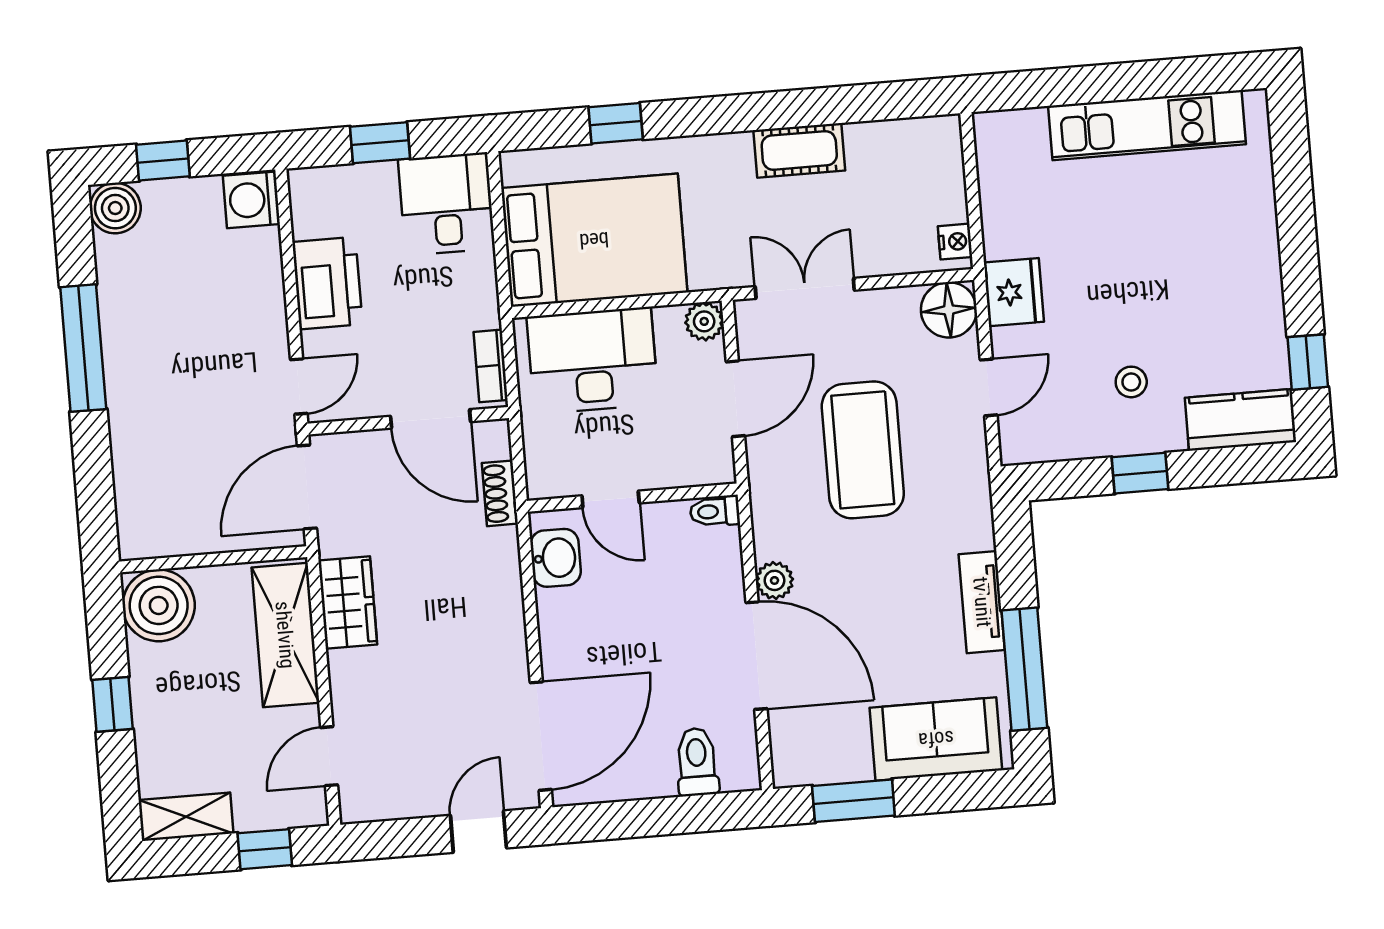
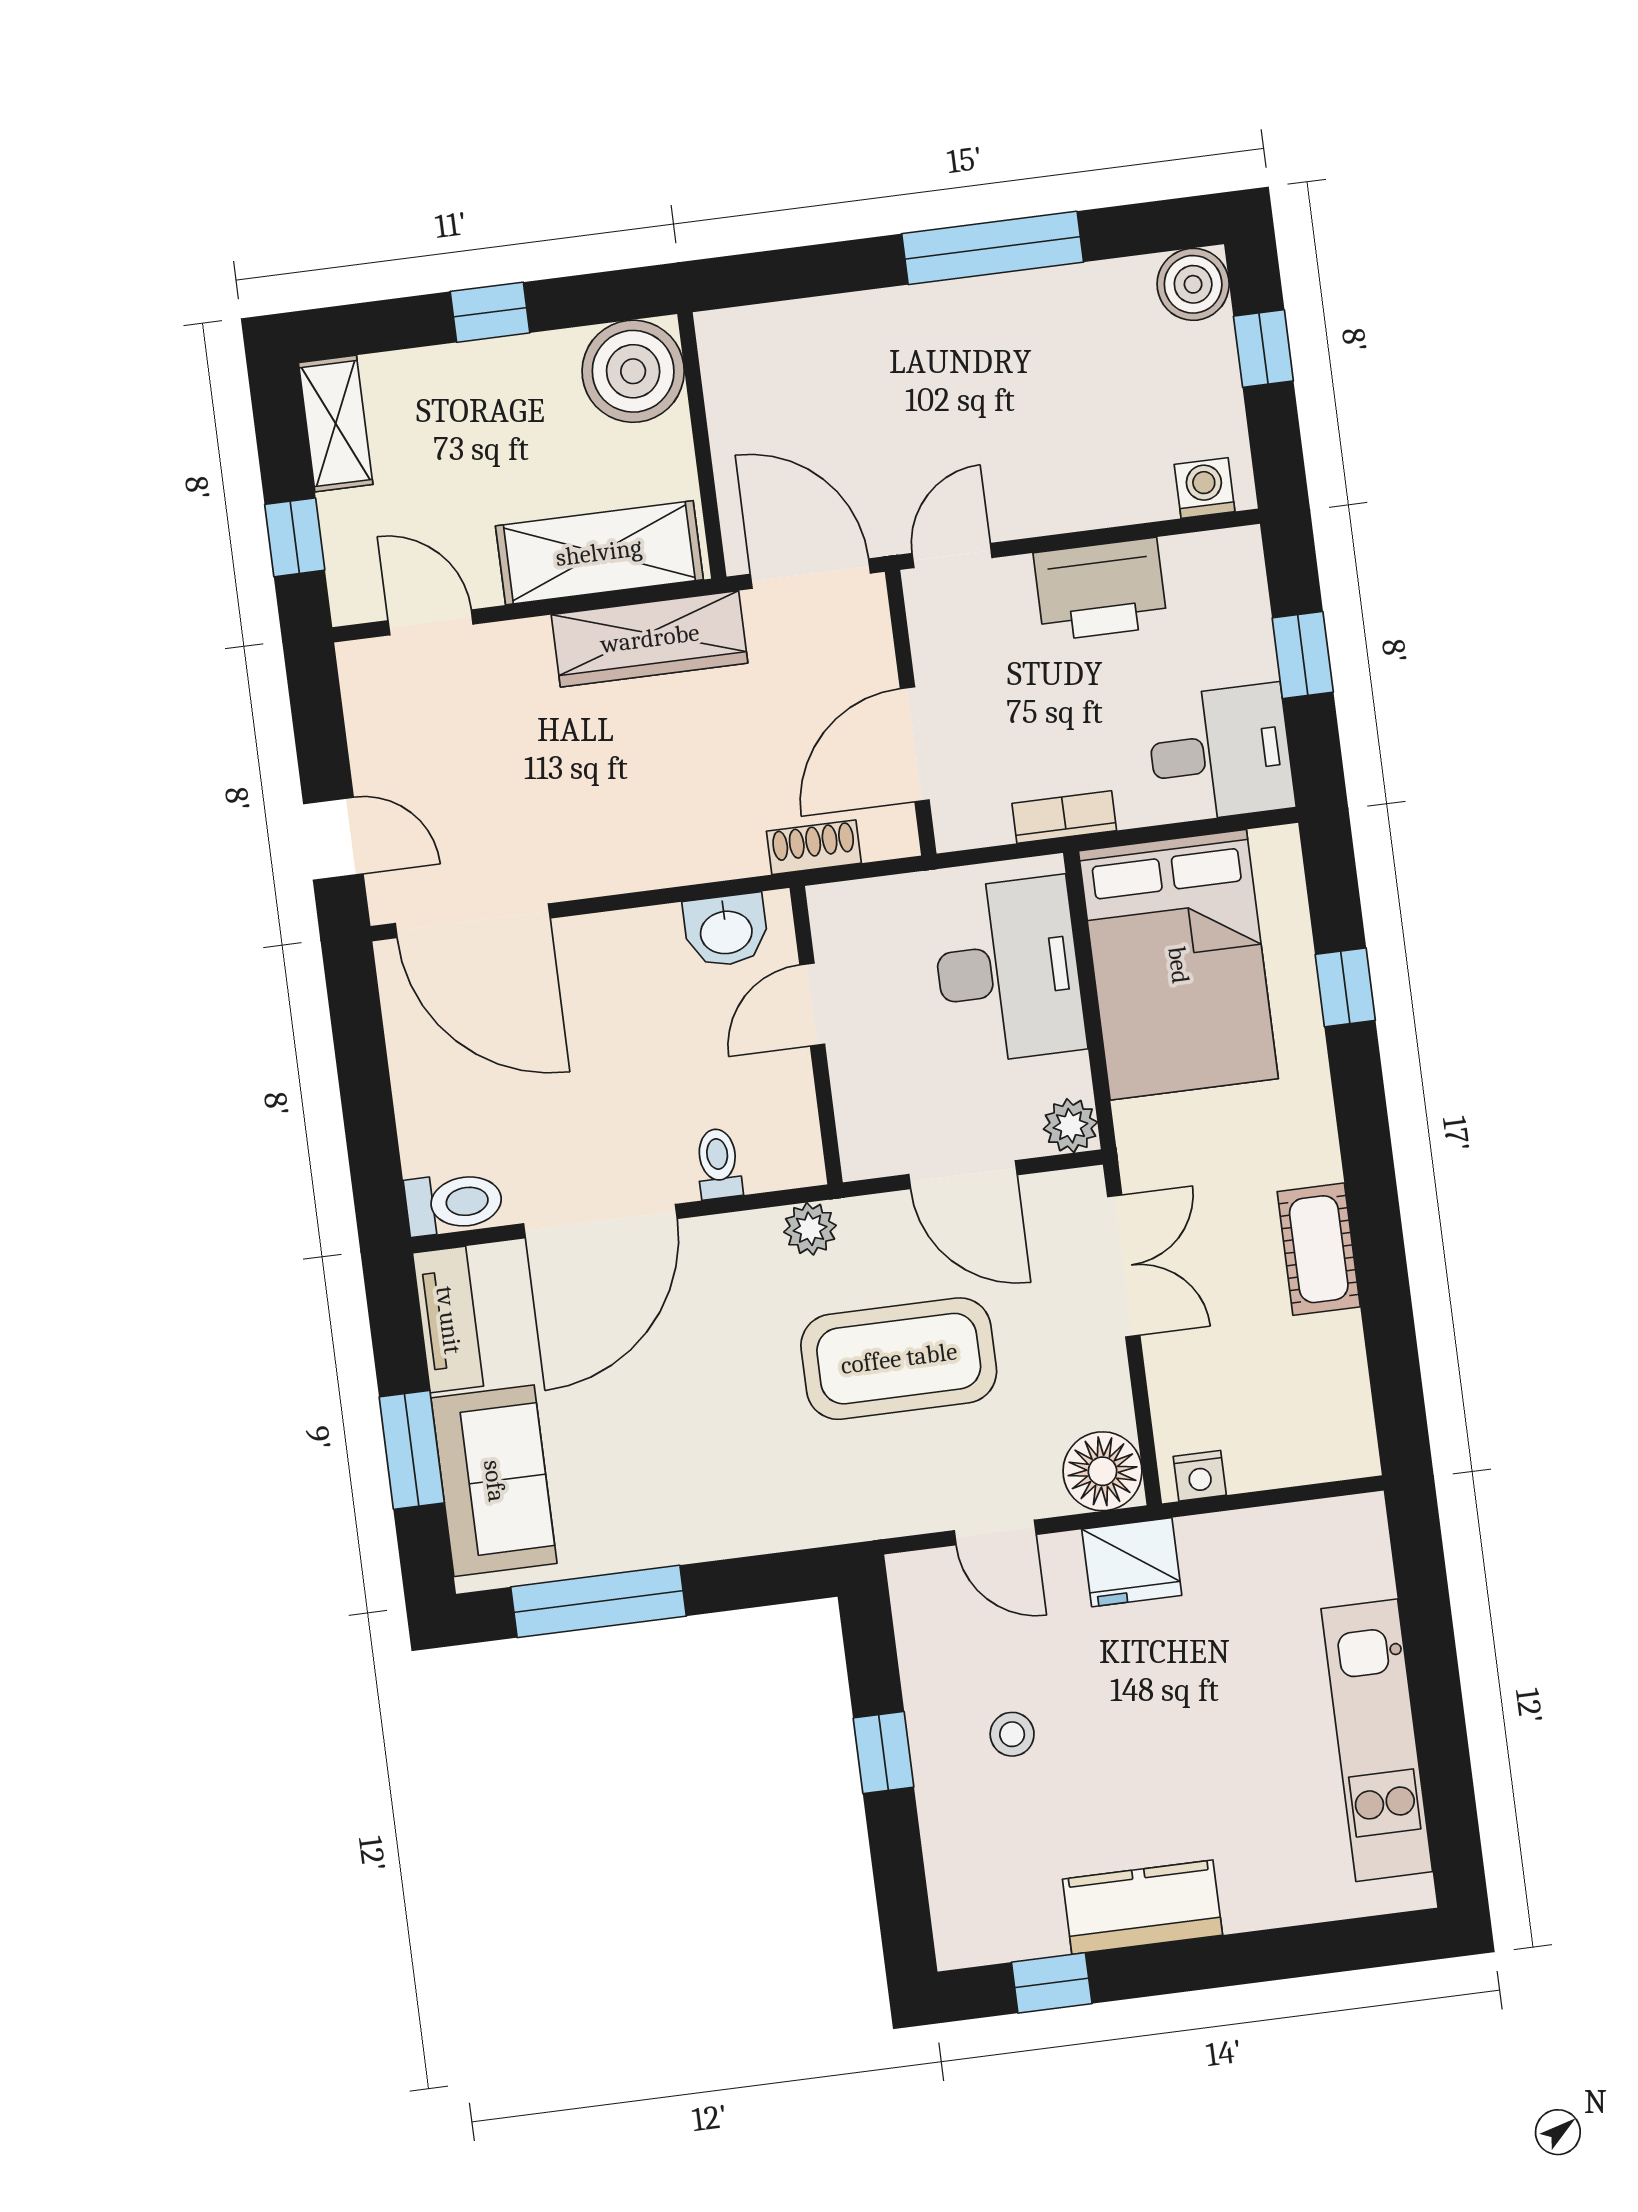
washing machine: (251, 200) -> (1205, 488), width x0.73, depth x0.73
bookcase: (491, 366) -> (1064, 817), moved
door: (299, 387) -> (952, 556), swing flipped
kitchen counter: (1240, 420) -> (1142, 1907), moved, turned -90
toilet: (715, 511) -> (718, 1164), moved
plant: (774, 580) -> (810, 1229), moved
wardrobe: (348, 602) -> (650, 639), width x1.50
tv unit: (982, 602) -> (448, 1320), moved, turned 90
toilet: (697, 762) -> (454, 1203), moved
window: (853, 801) -> (412, 1450), moved

